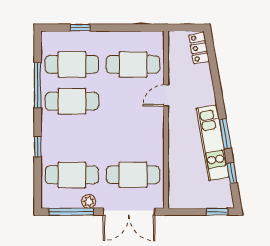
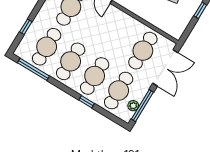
window: (38, 85) -> (33, 69), moved
cafe table: (72, 138) -> (95, 76), added
plant: (89, 201) -> (133, 106), moved

